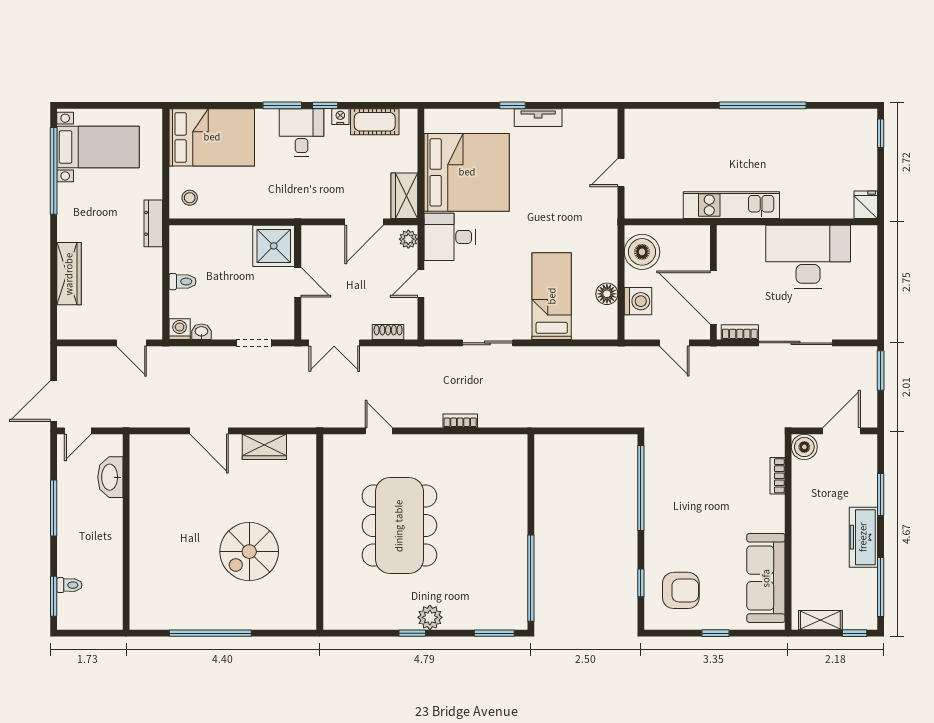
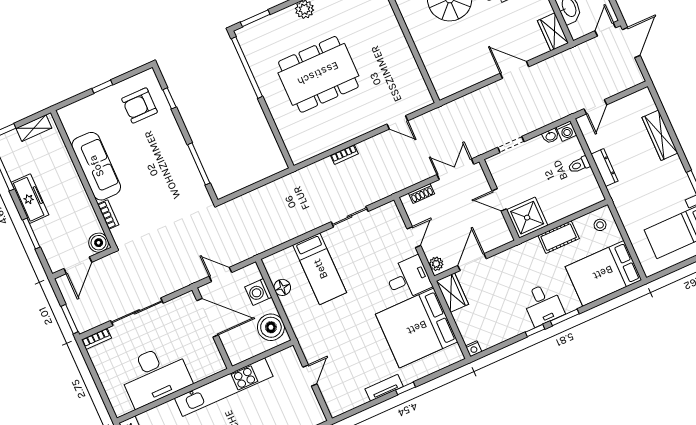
nightstand: (340, 117) -> (474, 349), moved
cot: (375, 122) -> (559, 237), moved
kitchen unit: (731, 205) -> (224, 387), width x1.36
dresser: (153, 223) -> (605, 168), moved
bookcase: (740, 332) -> (96, 339), moved
door: (131, 343) -> (595, 107), swing flipped
wardrobe: (264, 447) -> (553, 32), moved, turned -90
window: (641, 488) -> (199, 164), width x0.68
dining table: (399, 526) -> (318, 74), moved, turned 90
sofa: (766, 578) -> (96, 166), moved

